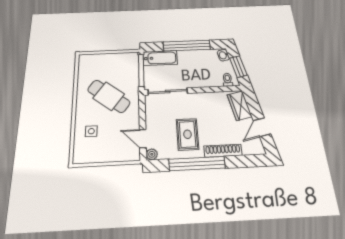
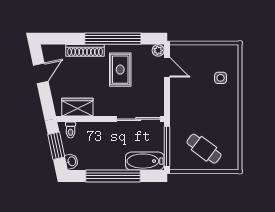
cafe table: (109, 96) -> (204, 149), moved, width x0.73, depth x0.74
wardrobe: (240, 106) -> (77, 107), moved, turned -78

